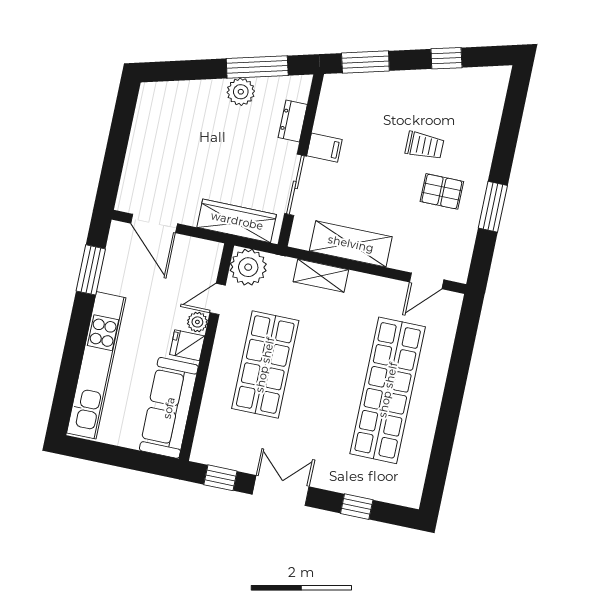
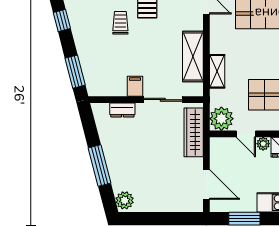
window: (257, 67) -> (100, 165), moved
plant: (241, 92) -> (125, 200), moved
door: (154, 223) -> (206, 185), hinge flipped

